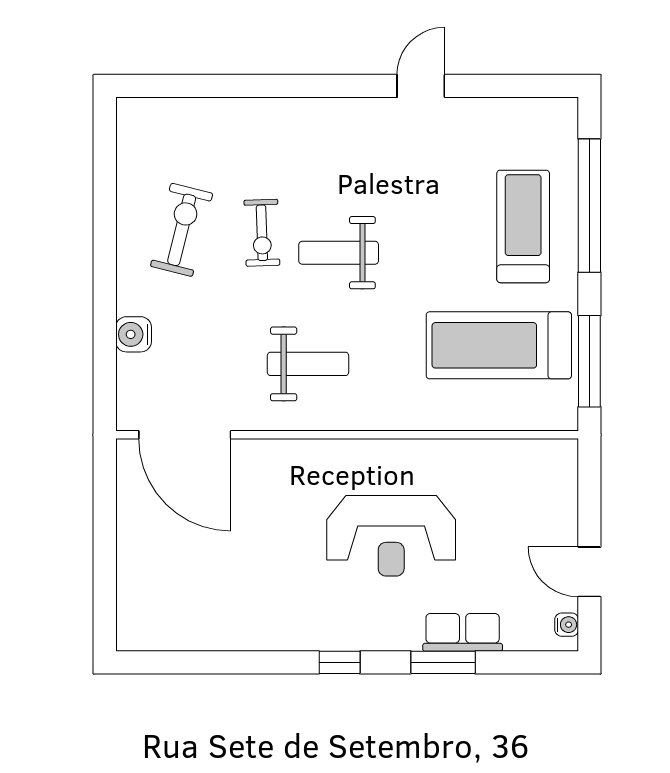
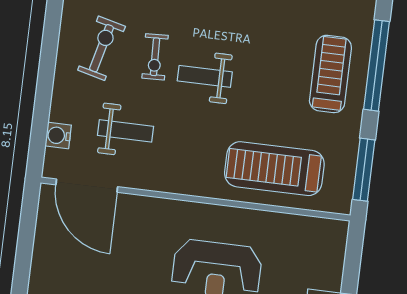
water cooler: (134, 334) -> (58, 136), moved
treadmill: (499, 345) -> (274, 169), moved
weight bench: (308, 364) -> (126, 131), moved

